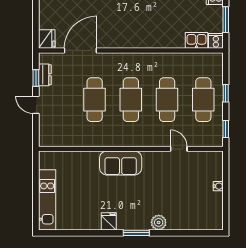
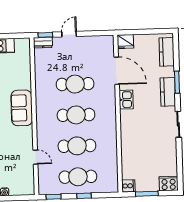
kitchen sink: (197, 40) -> (126, 100), moved
dresser: (45, 75) -> (43, 43), moved
window: (36, 78) -> (45, 35), moved
door: (179, 149) -> (35, 157), hinge flipped

